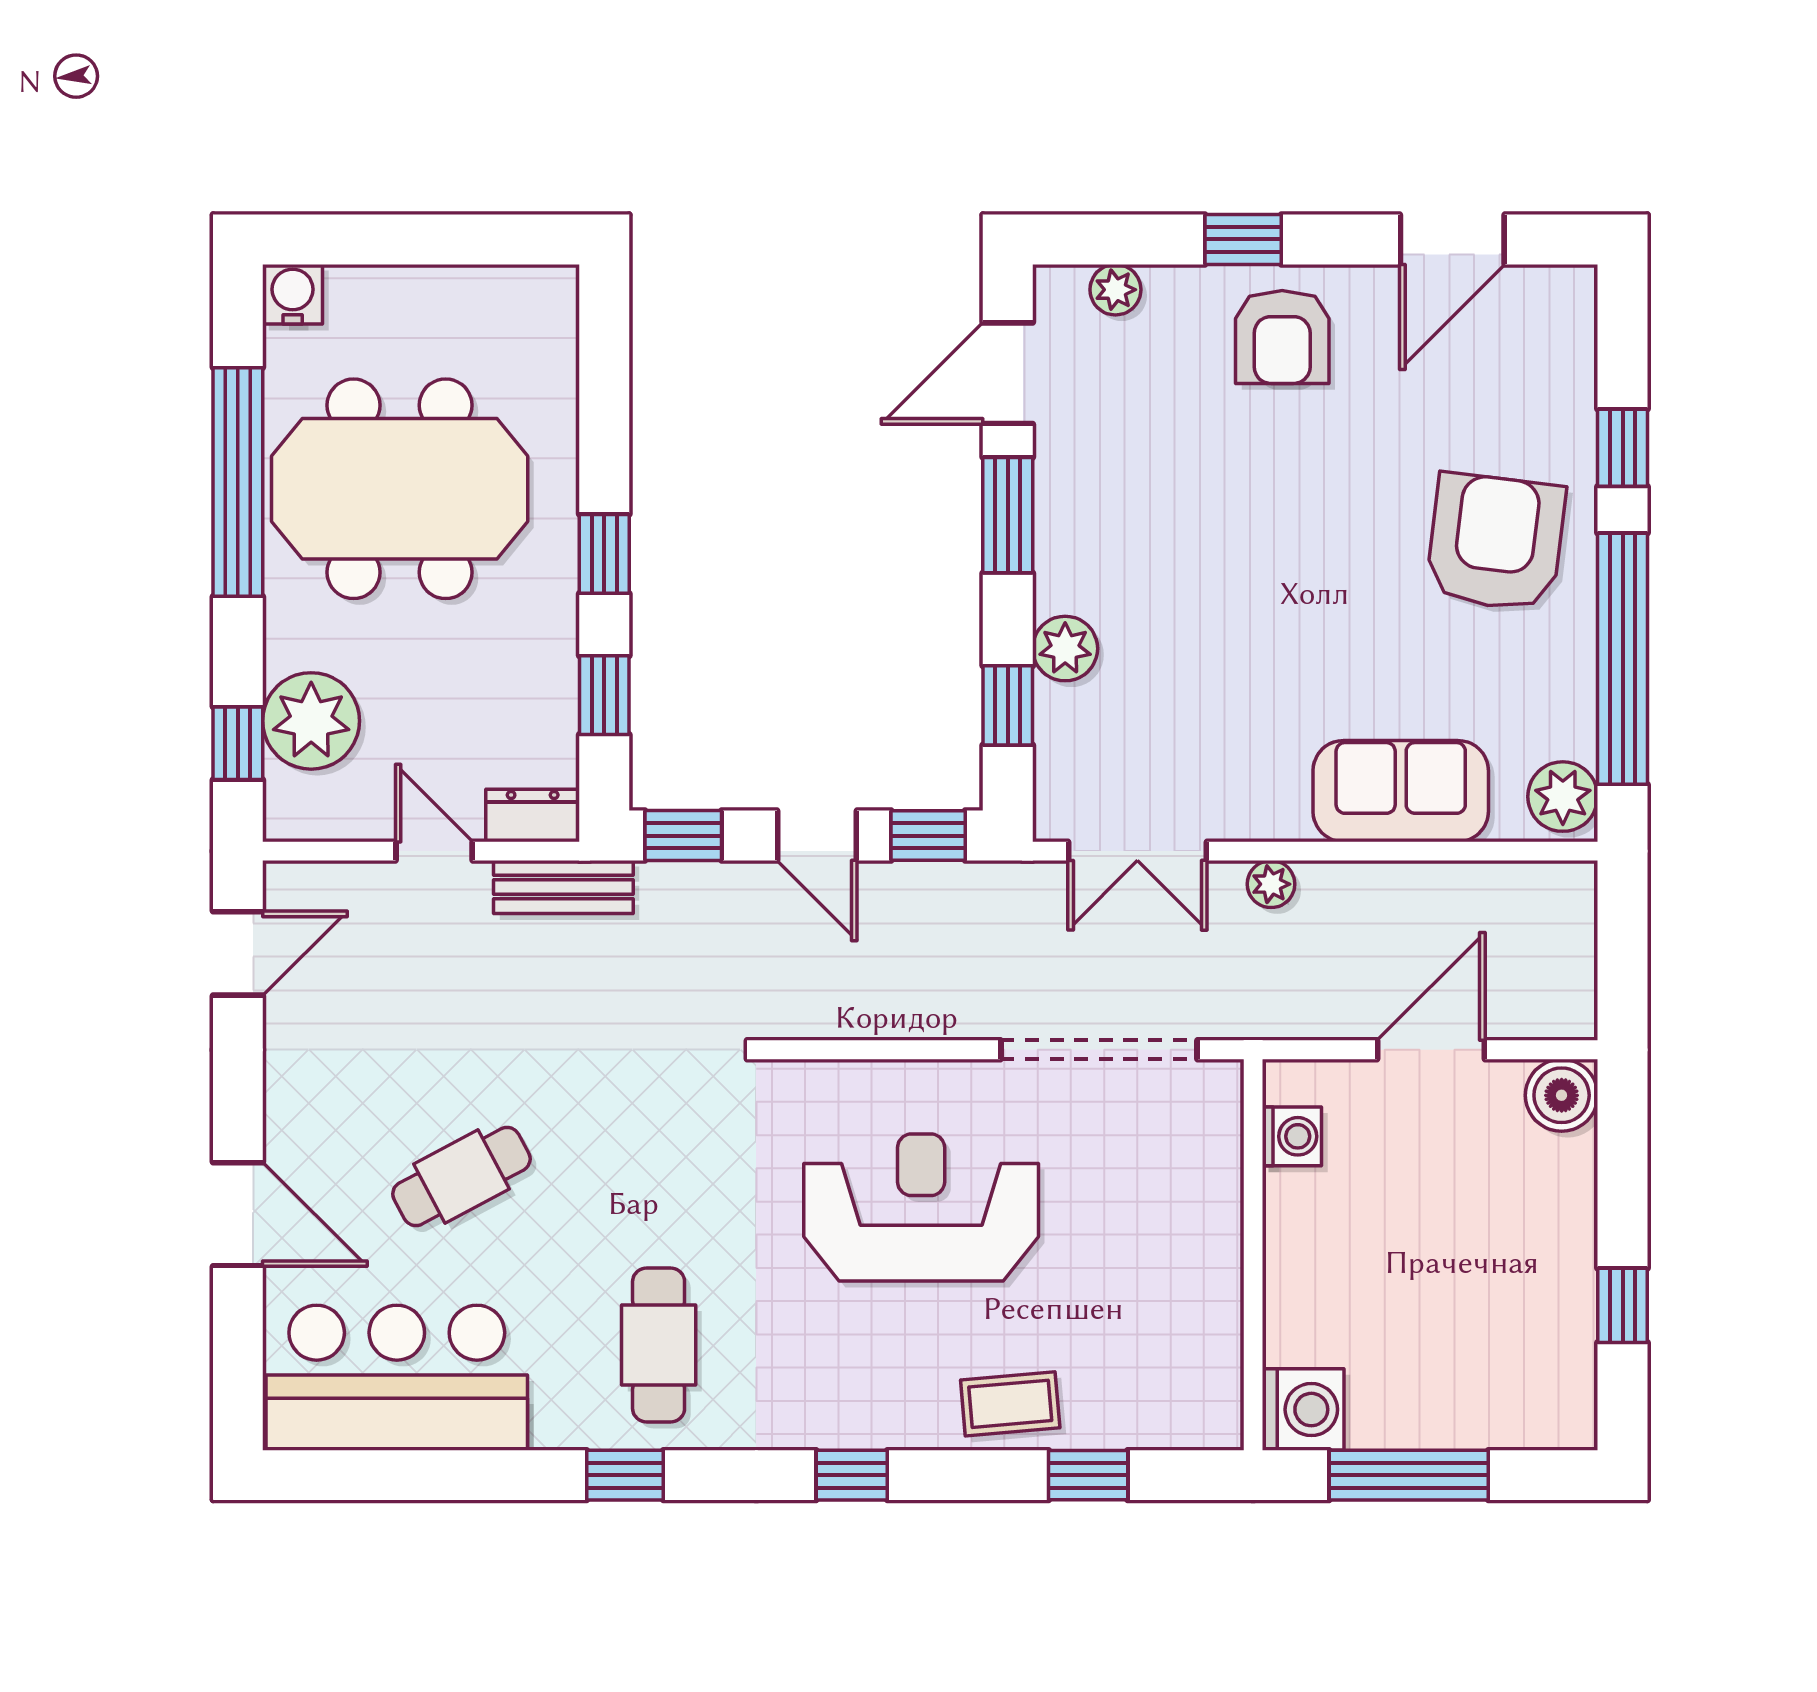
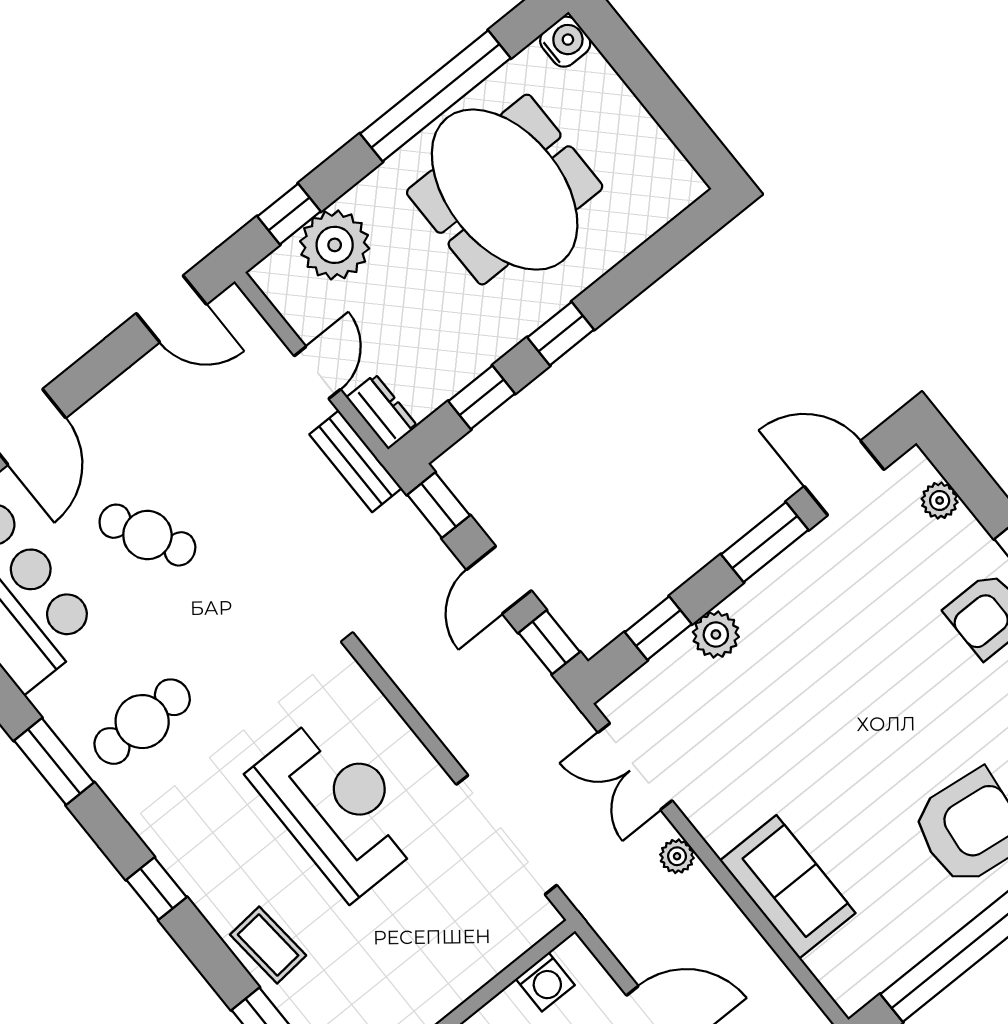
plant: (1563, 797) -> (858, 980), removed
window: (625, 1475) -> (54, 762), width x1.50

